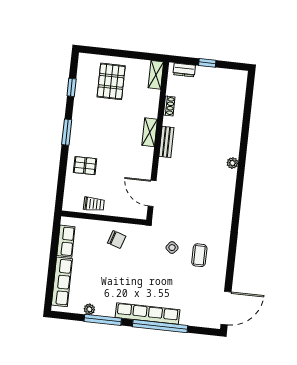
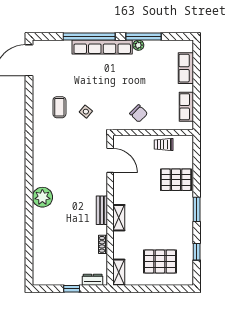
pallet: (111, 81) -> (160, 262), turned 90
plant: (232, 163) -> (42, 197), width x1.88, depth x1.88
pallet: (85, 166) -> (176, 180), width x1.50, depth x1.42
chair: (117, 240) -> (139, 113), turned -153
row of seats: (62, 282) -> (186, 68), width x0.68
plant: (89, 309) -> (138, 45), moved

